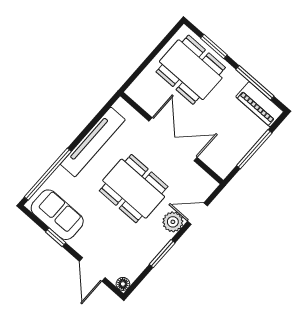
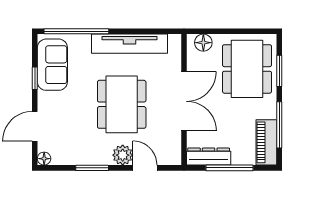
floor lamp: (141, 85) -> (203, 43), added
dresser: (232, 158) -> (209, 157), added

